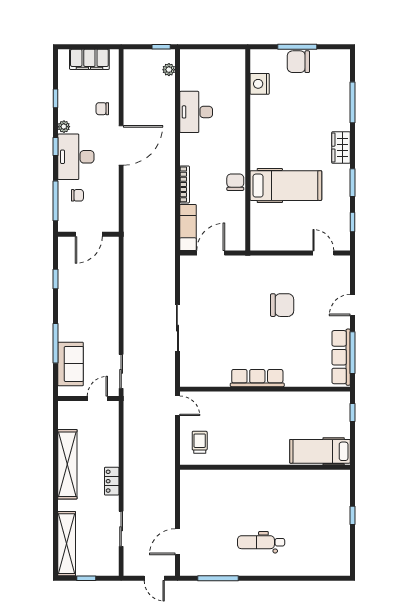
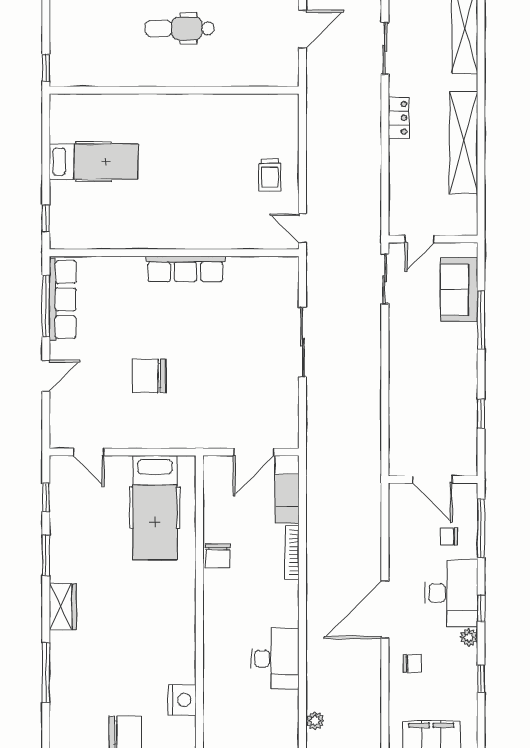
hospital bed: (286, 186) -> (155, 508), moved, turned -90
door: (89, 234) -> (432, 479), swing flipped
wall: (265, 467) -> (174, 90), moved
dental chair: (261, 542) -> (180, 28), turned 180

